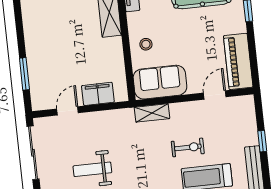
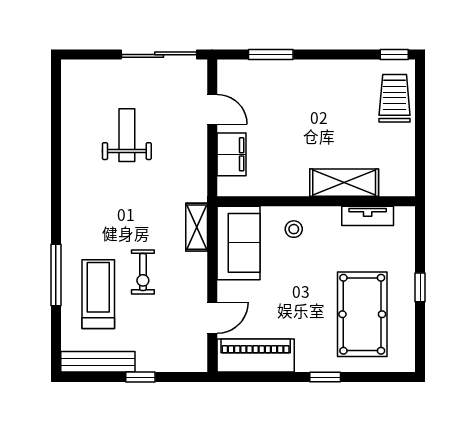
door: (215, 95) -> (212, 318), hinge flipped

